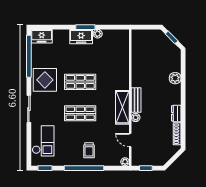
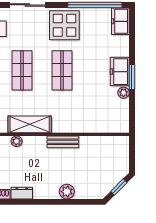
bench: (136, 100) -> (63, 142), moved

